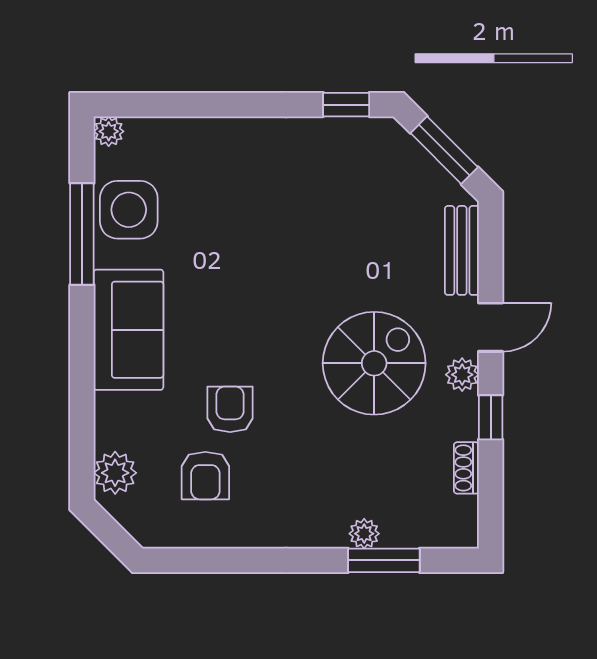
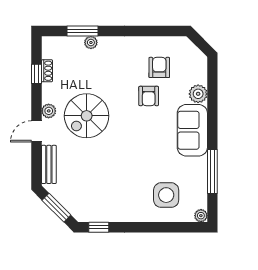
side table: (129, 210) -> (166, 195), moved
window: (491, 417) -> (36, 74), moved
plant: (115, 473) -> (198, 94), moved

